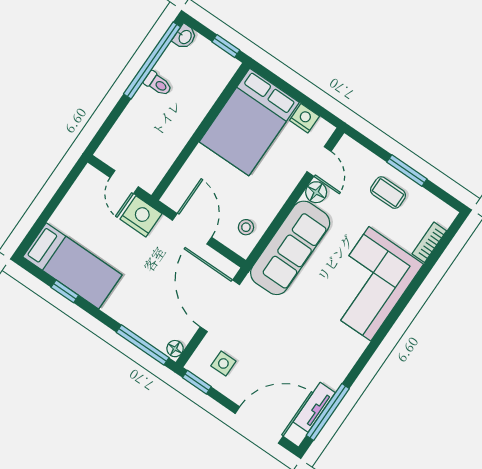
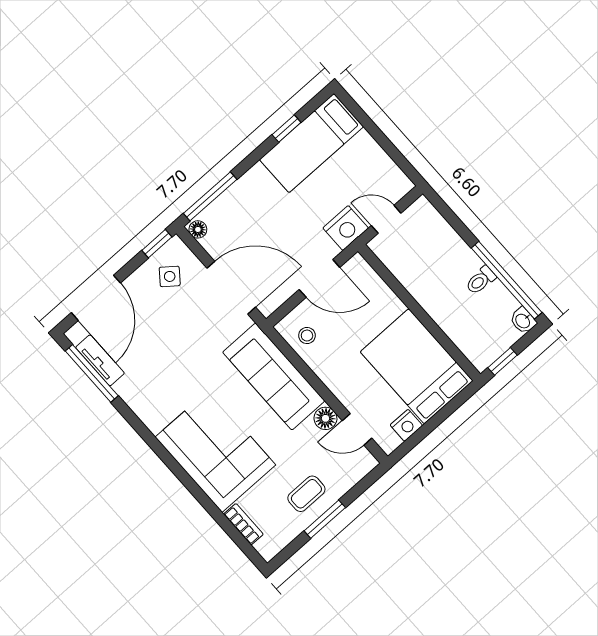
side table: (223, 363) -> (170, 276), turned 38

